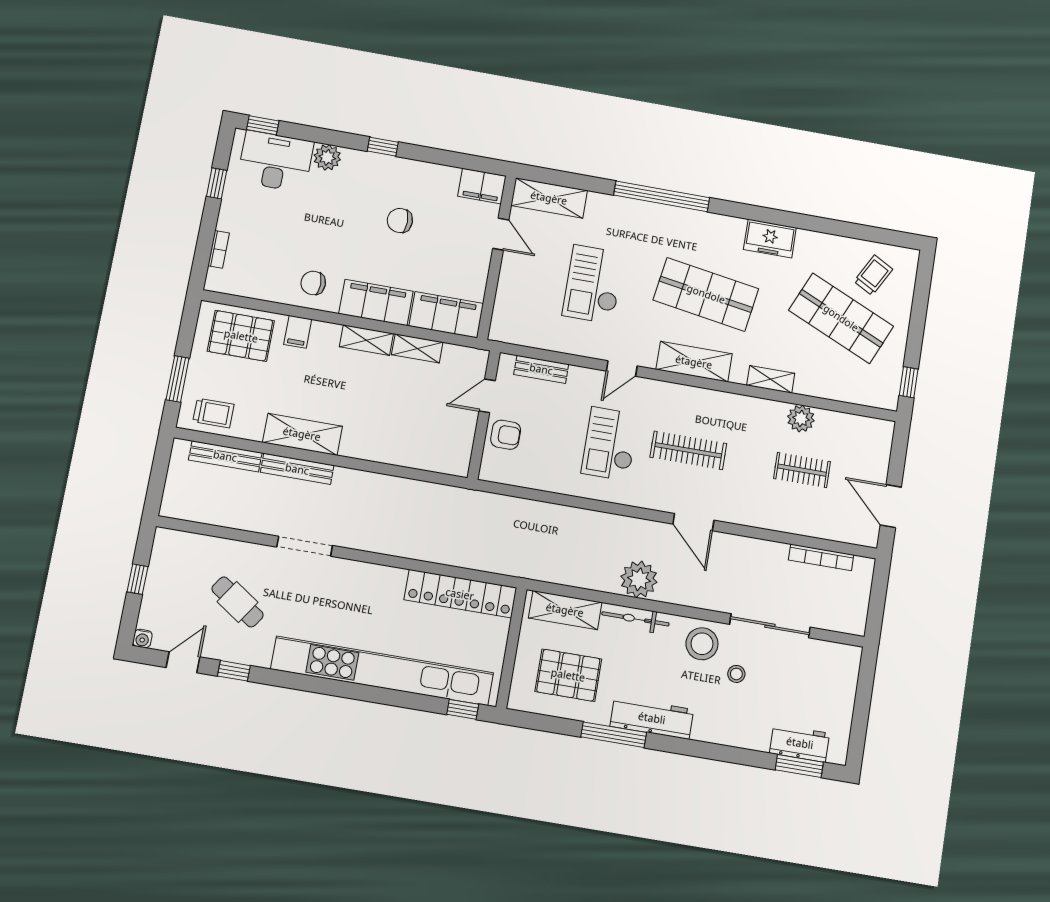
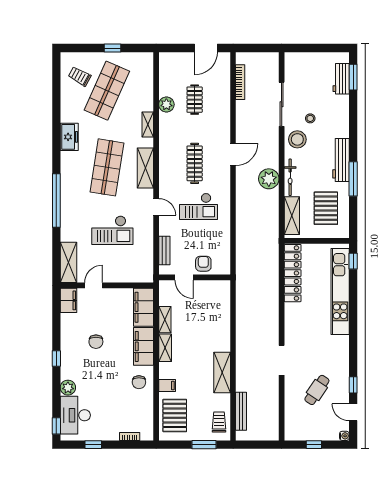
window: (909, 382) -> (113, 48), moved
bench: (297, 469) -> (241, 372), removed
kitchen unit: (382, 671) -> (340, 291), width x0.73

